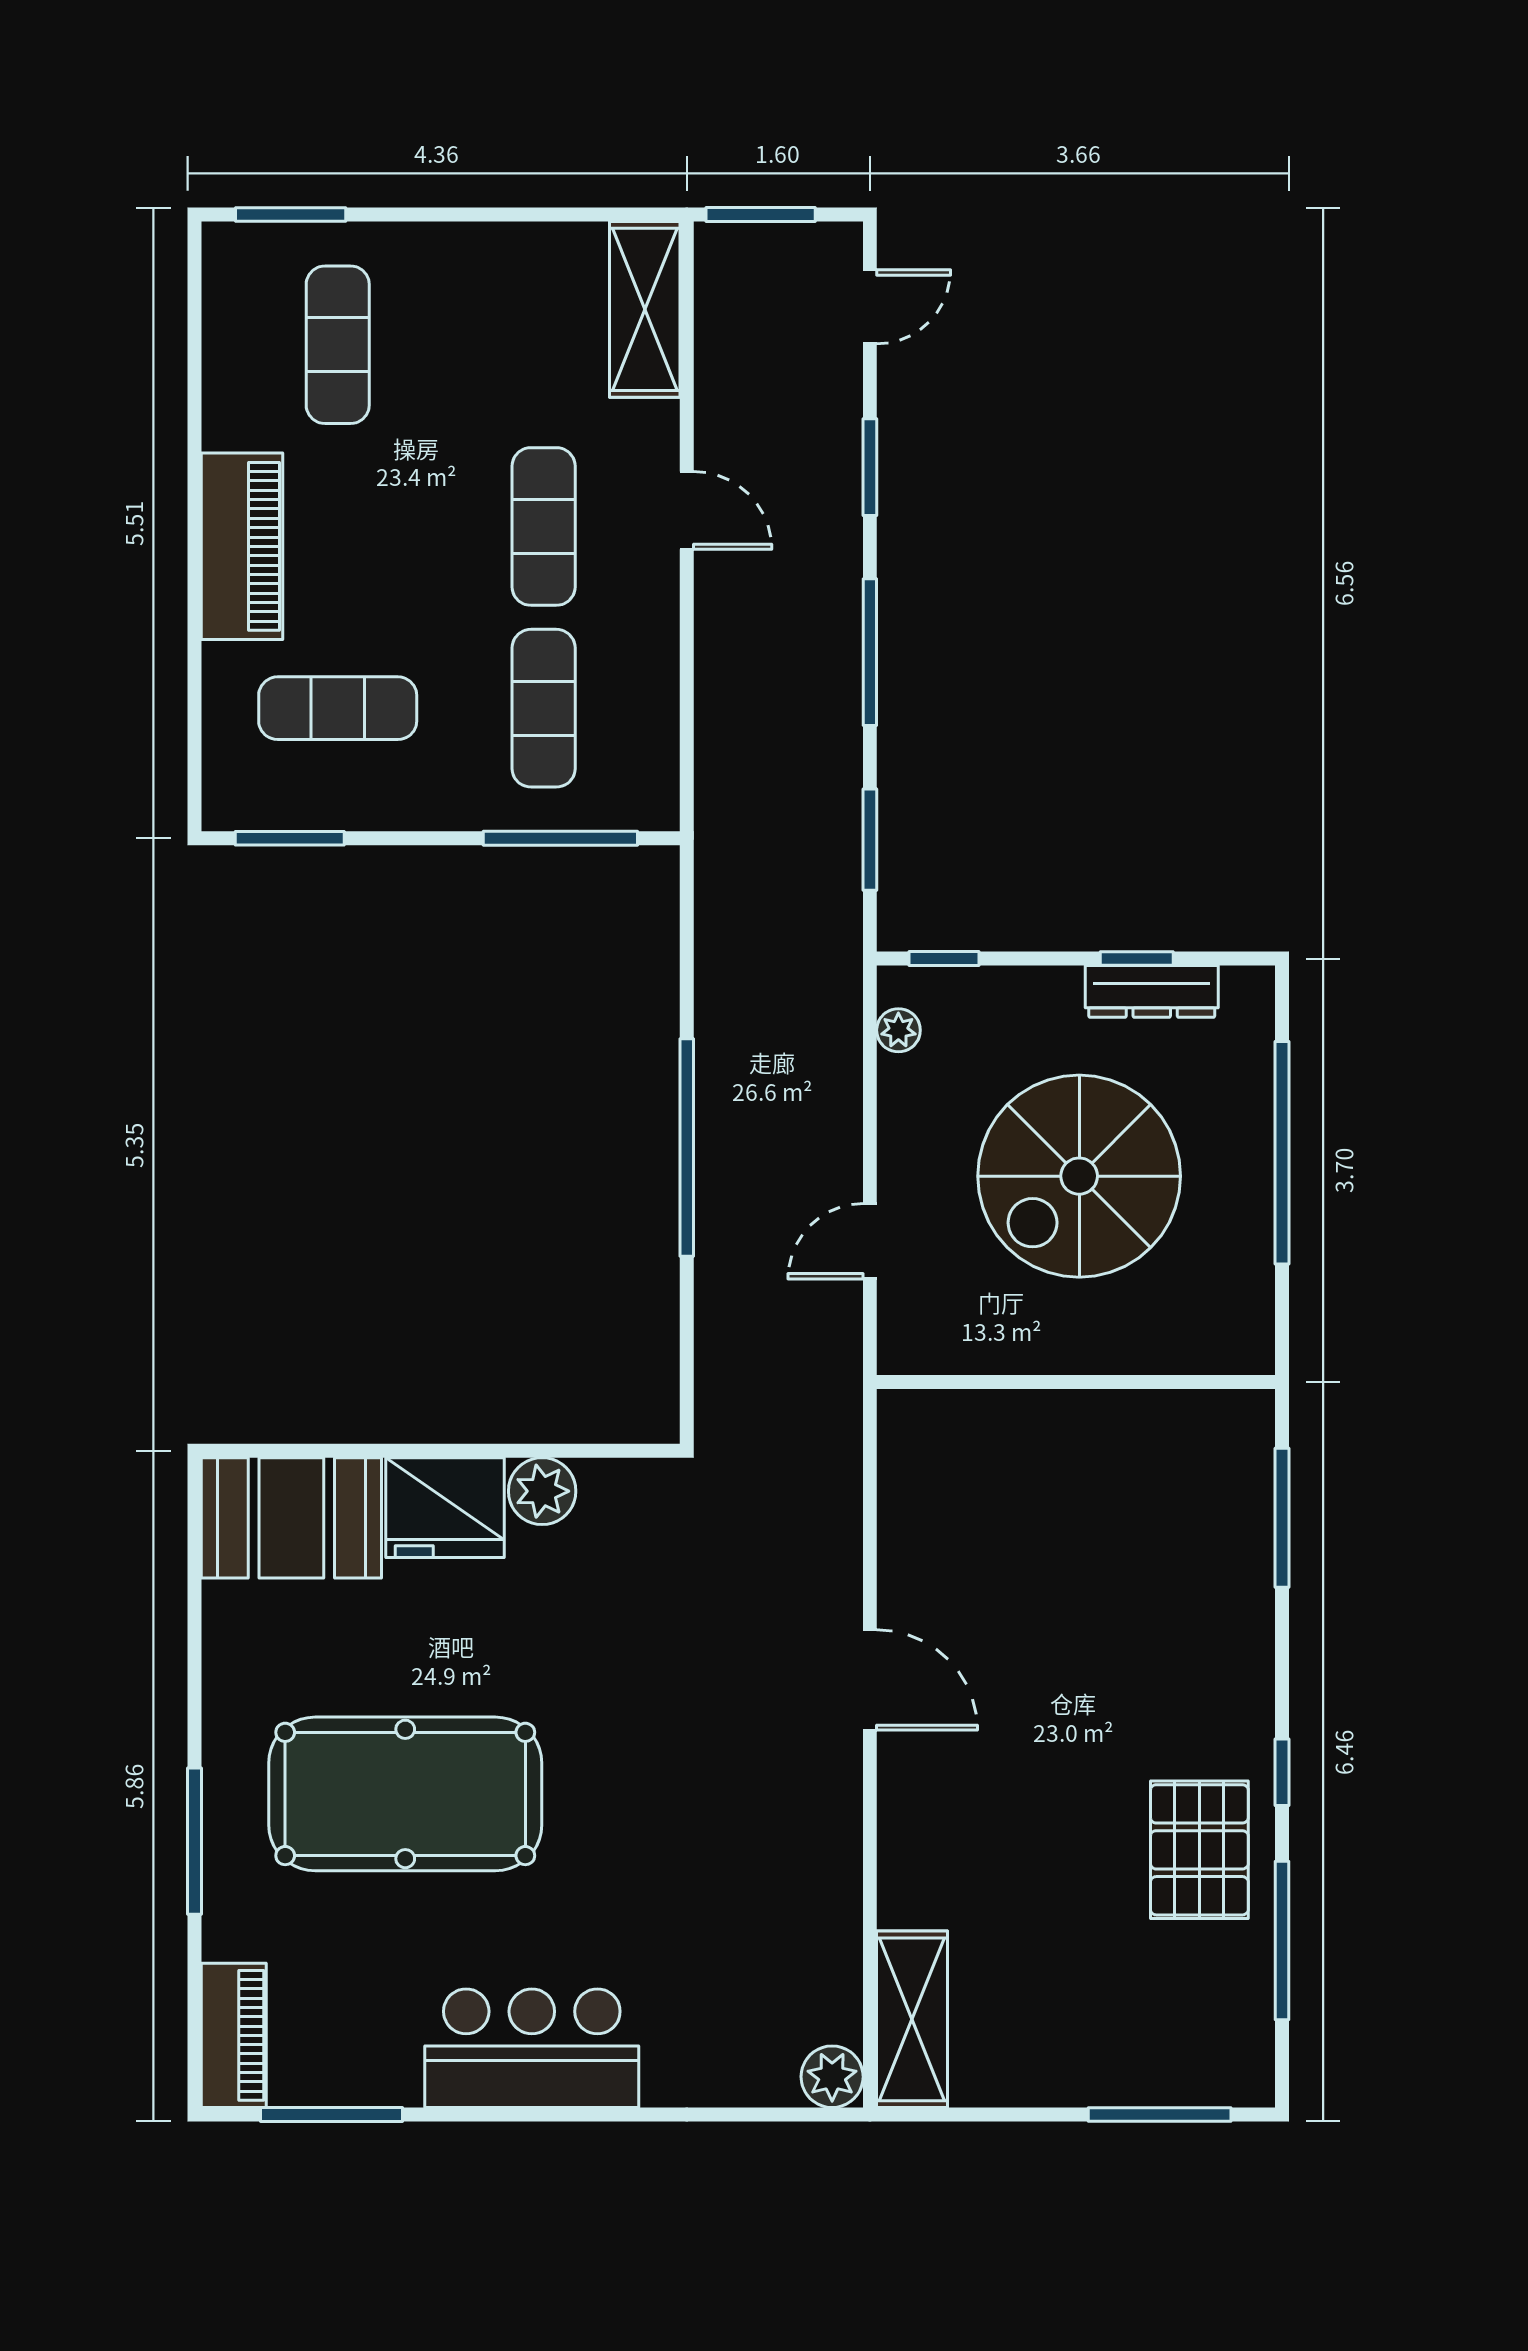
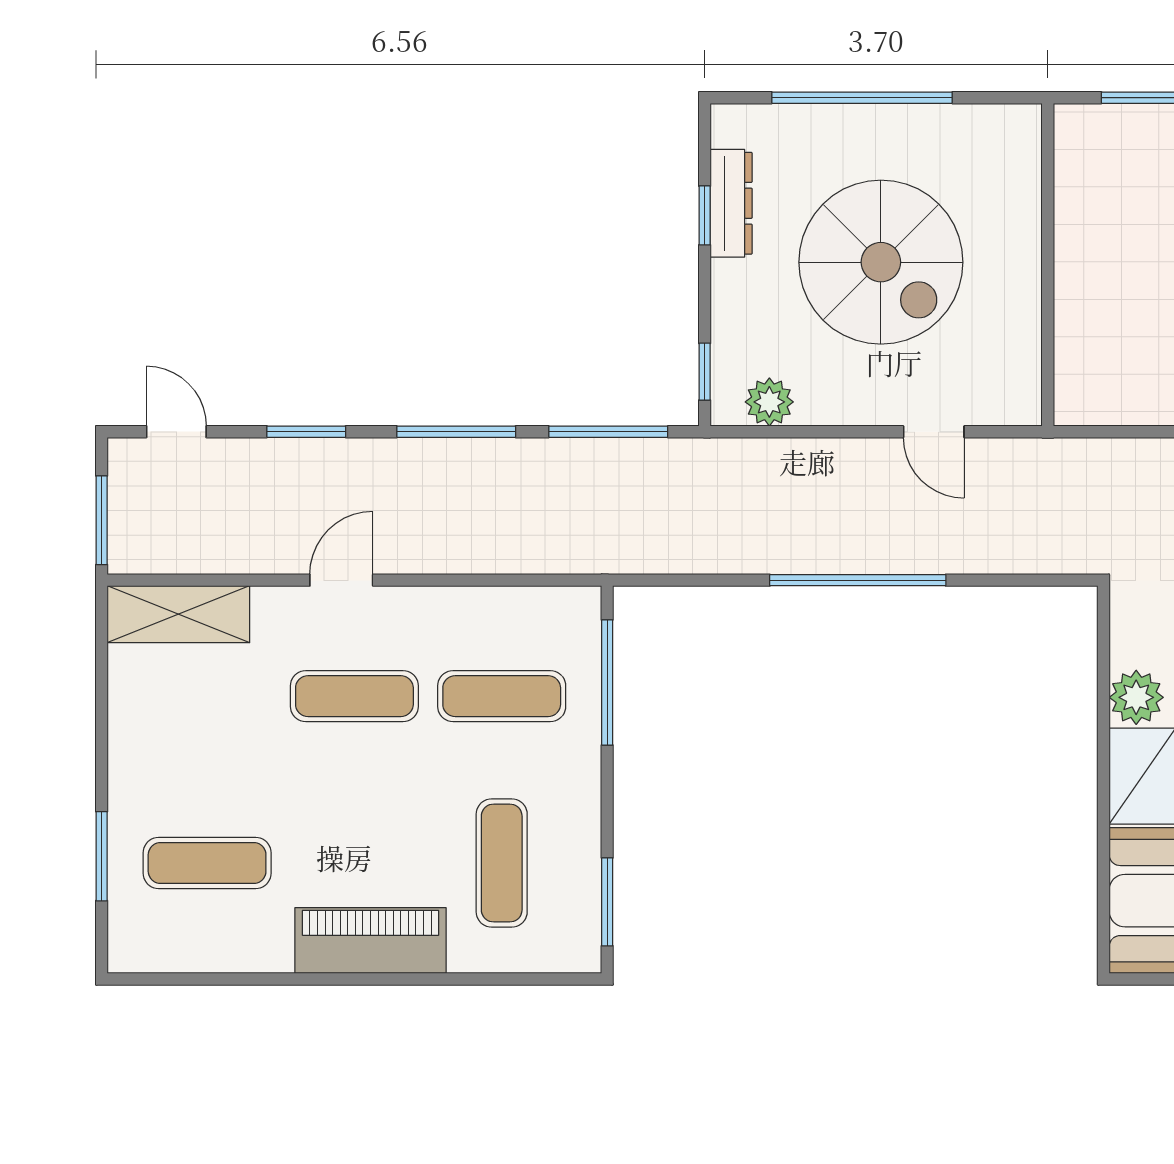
window: (291, 215) -> (102, 856), moved
window: (870, 840) -> (608, 432), width x1.44
plant: (898, 1030) -> (769, 402), width x1.38, depth x1.38

